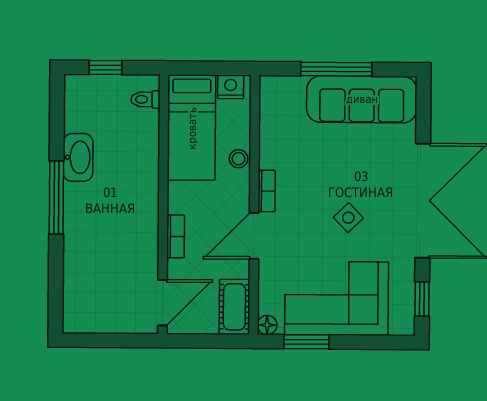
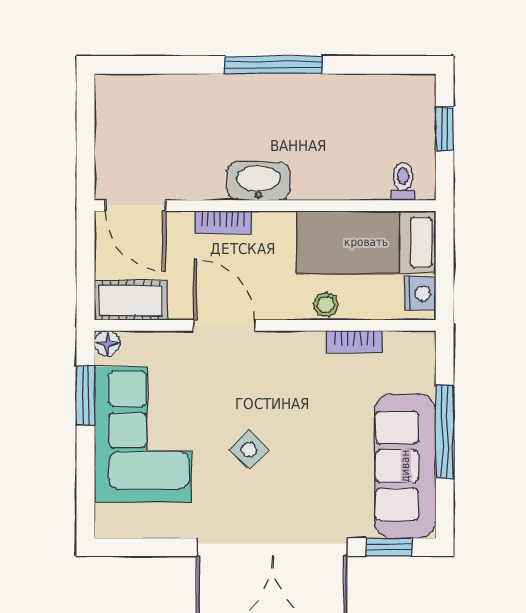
washbasin: (78, 157) -> (258, 181), moved, turned 180
bookcase: (267, 191) -> (355, 342), moved
window: (422, 299) -> (389, 547), moved

